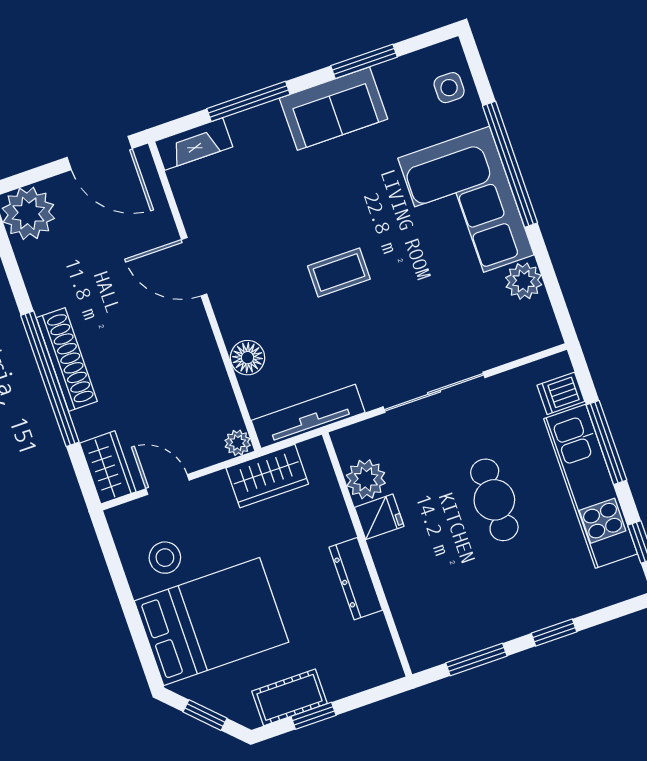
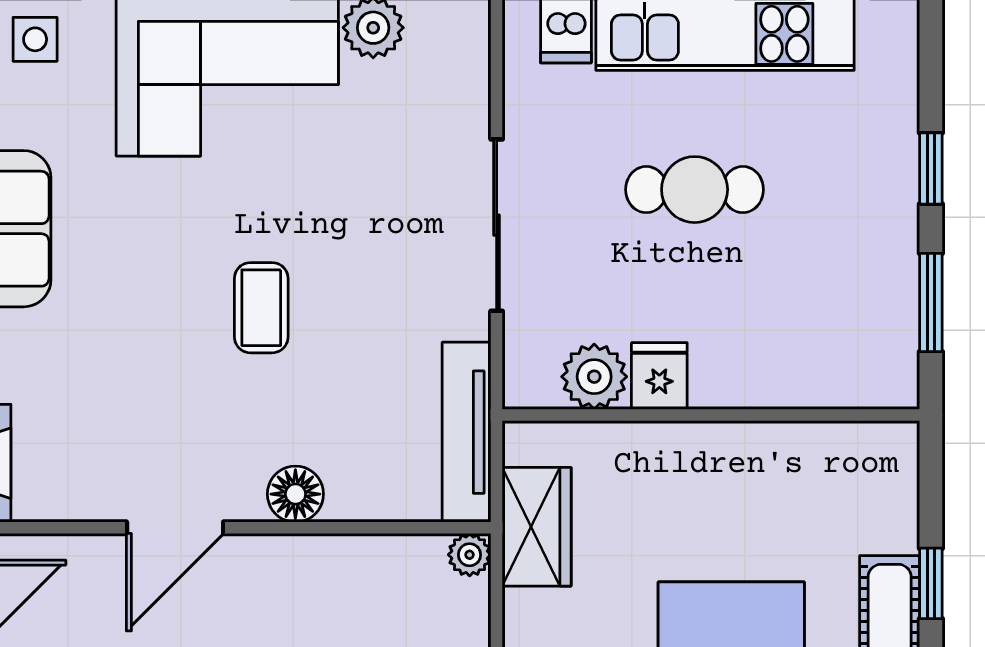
floor lamp: (248, 358) -> (295, 494), moved
dresser: (356, 579) -> (742, 445), removed

